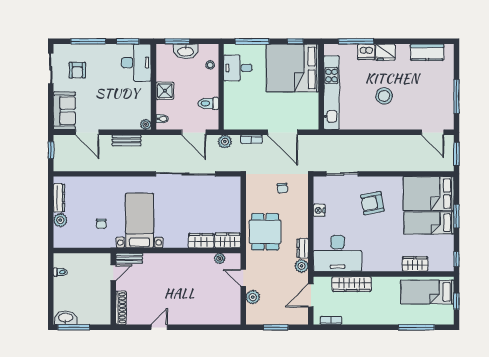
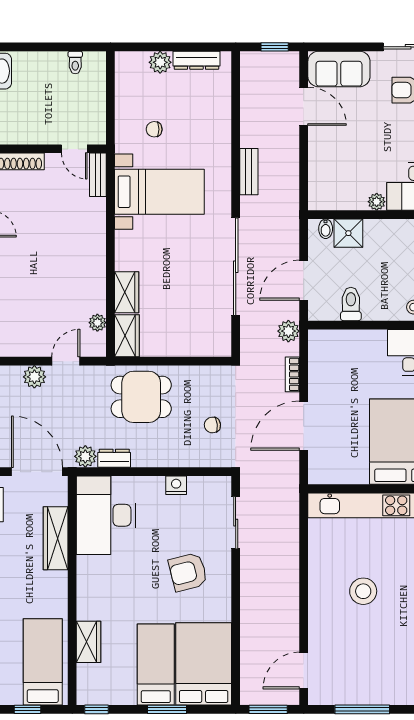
shower: (165, 91) -> (348, 233), moved
plant: (146, 124) -> (377, 202), moved
door: (87, 132) -> (304, 106), swing flipped
bench: (127, 140) -> (249, 172), moved
armchair: (372, 203) -> (188, 572), turned -94
door: (311, 295) -> (37, 472), width x1.36

